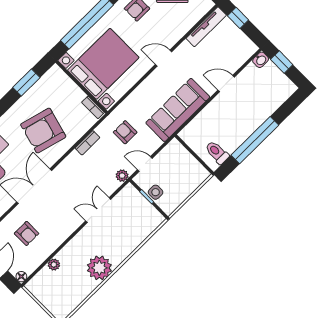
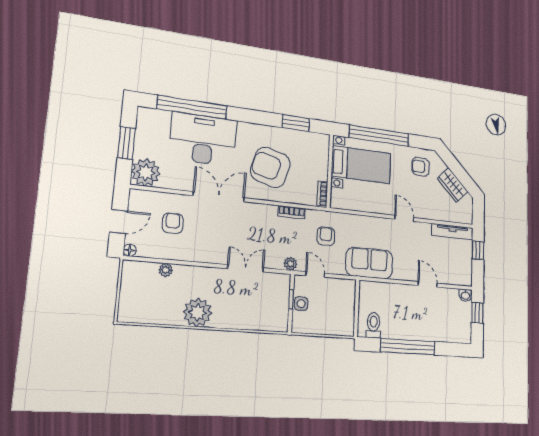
bed with nightstands: (103, 64) -> (361, 165), width x0.73
sofa: (178, 110) -> (369, 263), width x0.73
armchair: (27, 233) -> (173, 223), turned 180

